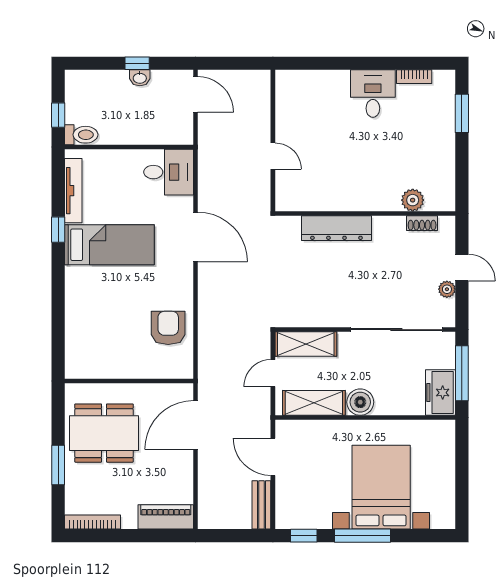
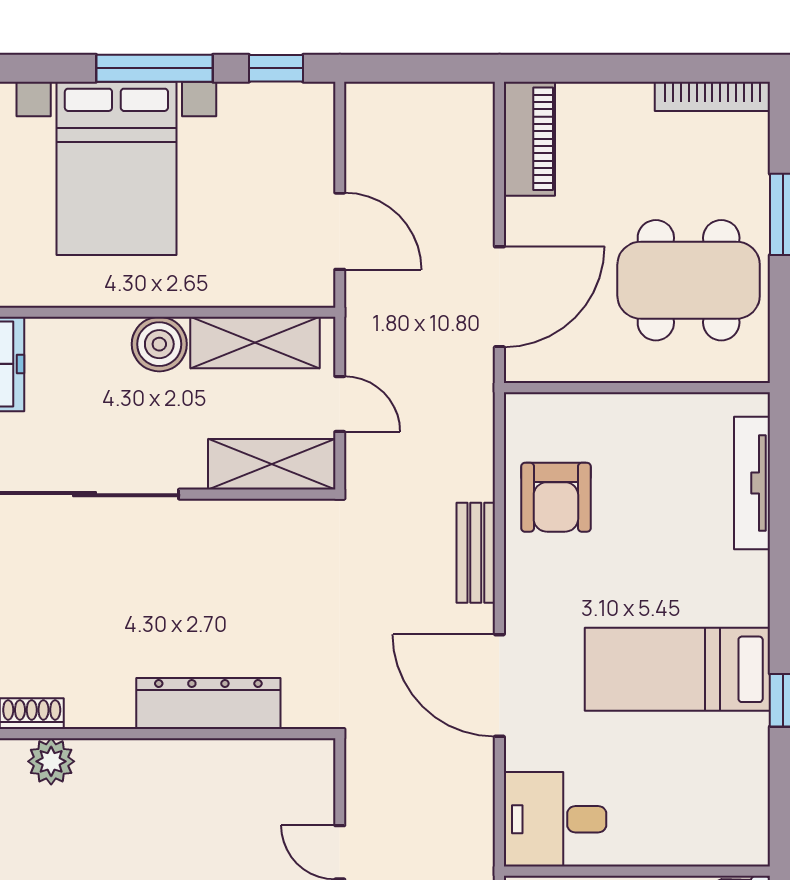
tv unit: (73, 191) -> (752, 483), moved
door: (273, 373) -> (340, 404), hinge flipped
bench: (261, 505) -> (476, 553), moved
piano: (166, 517) -> (529, 139), moved, turned -90

